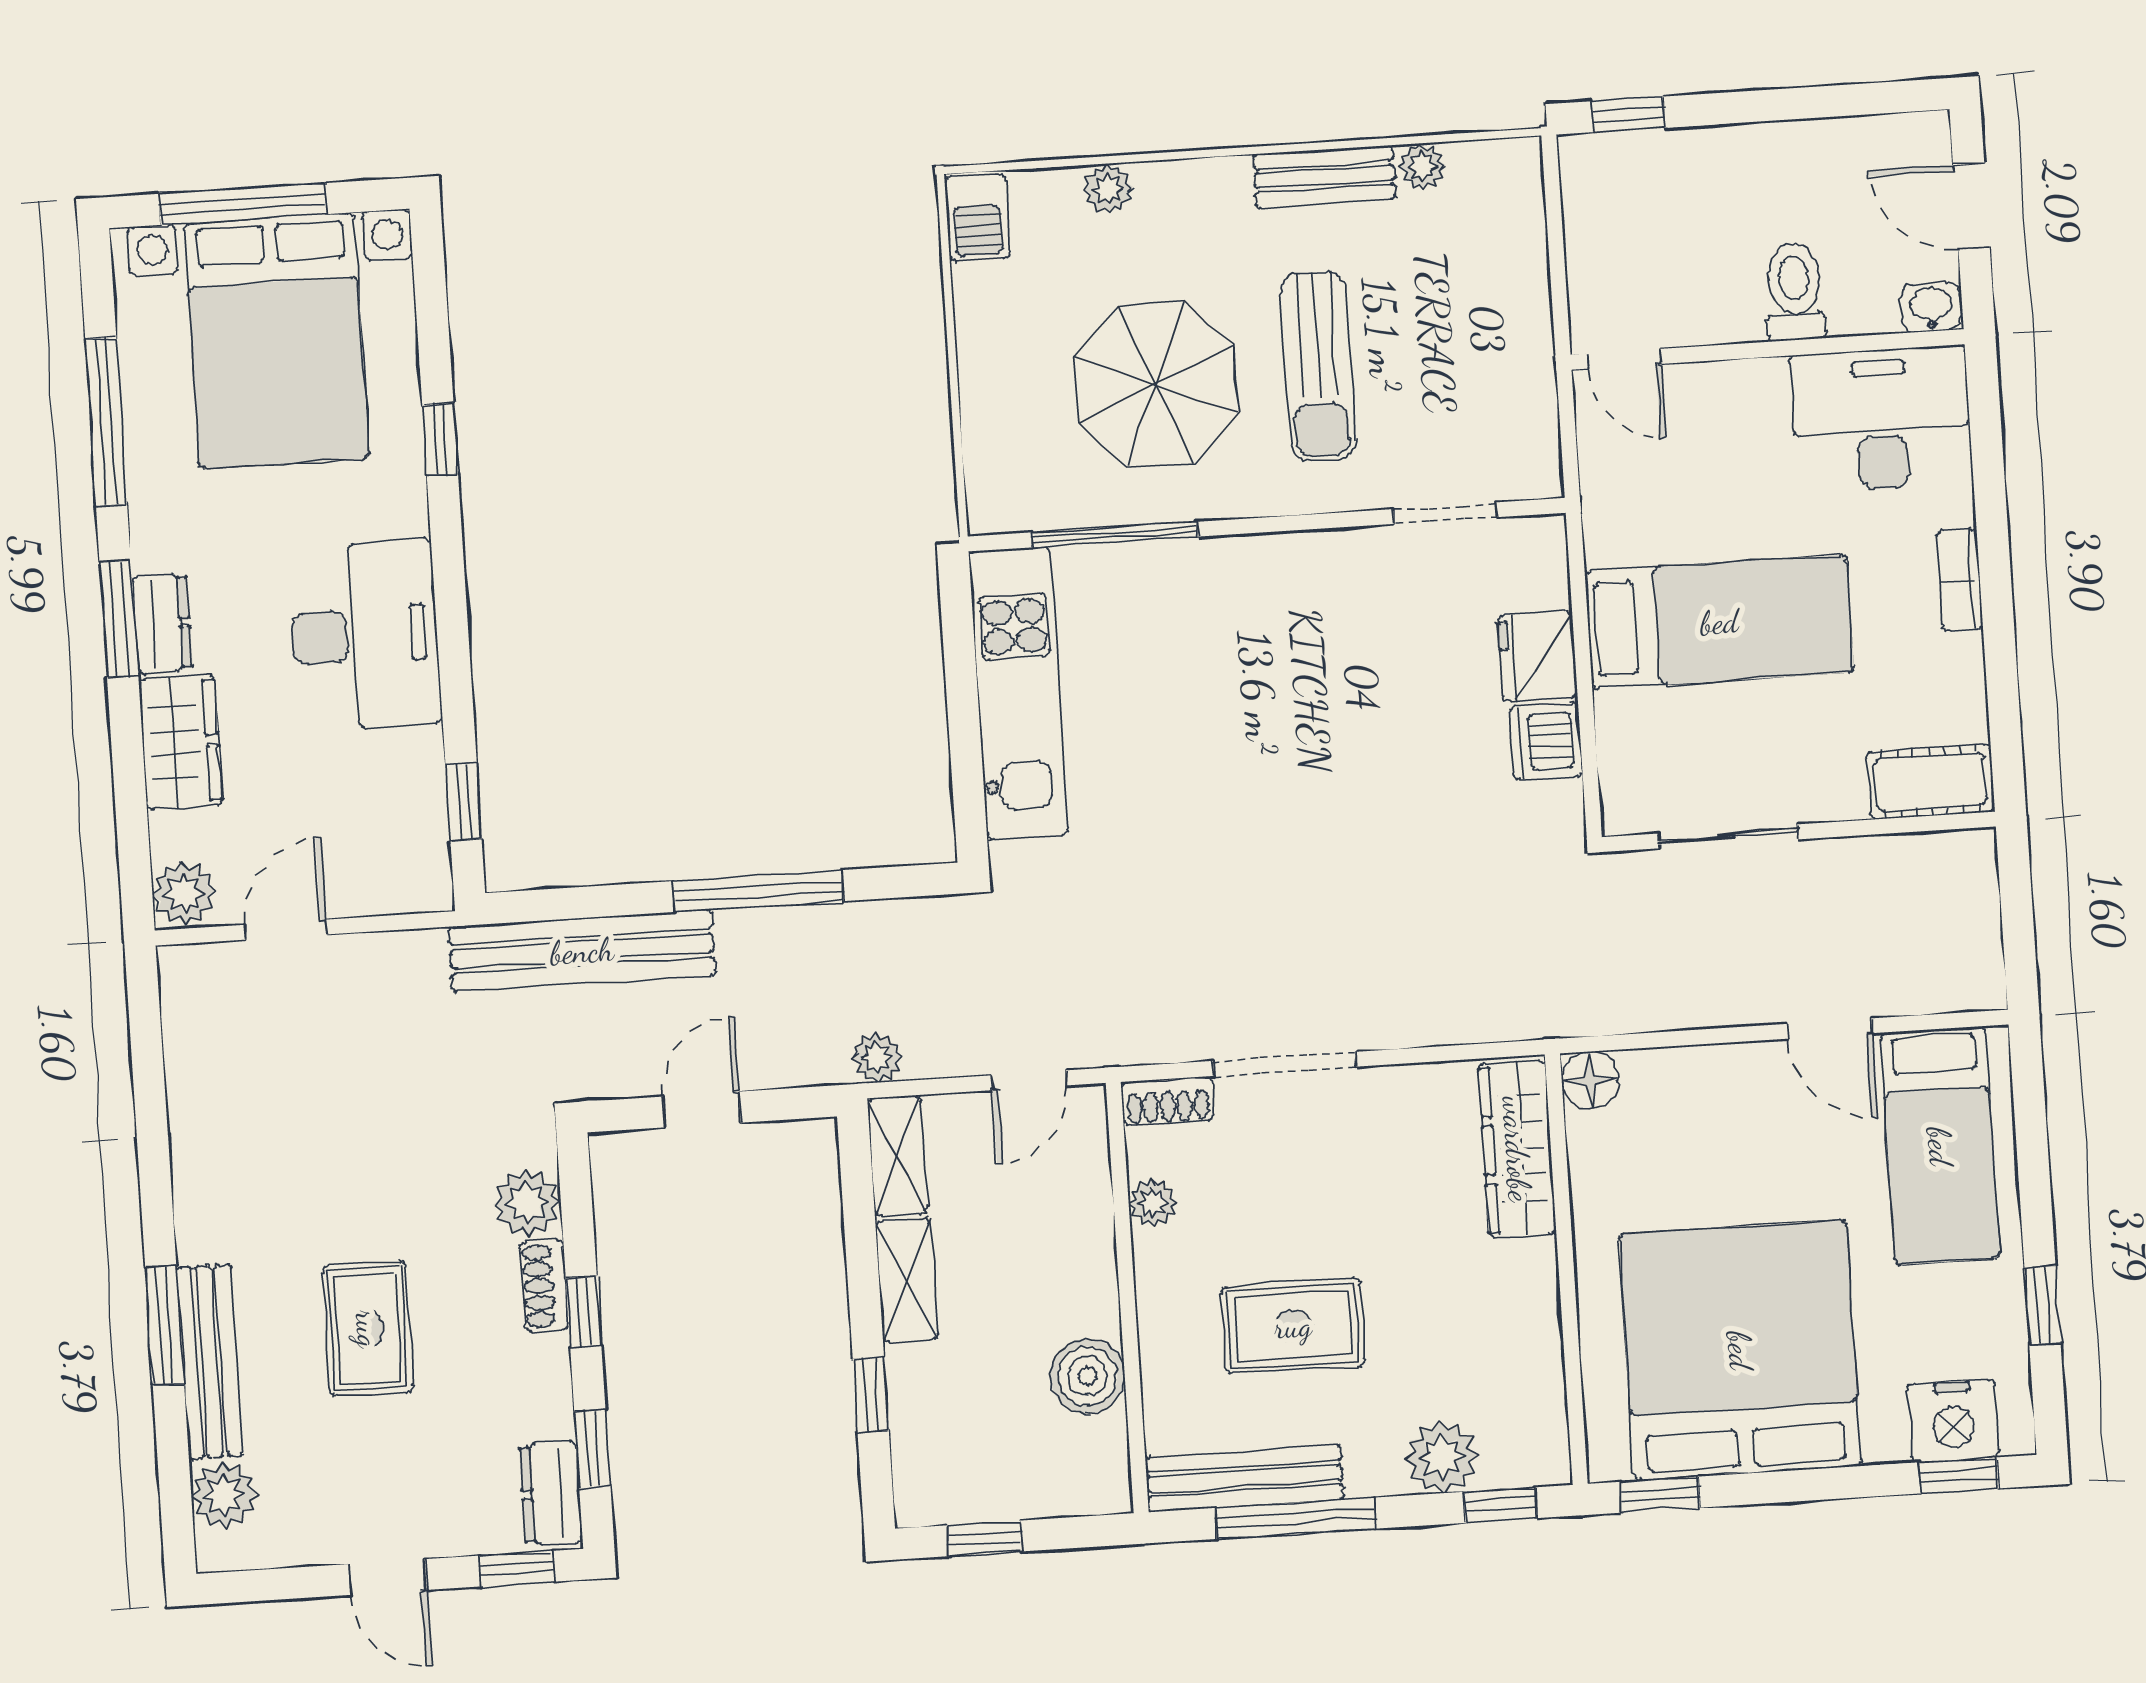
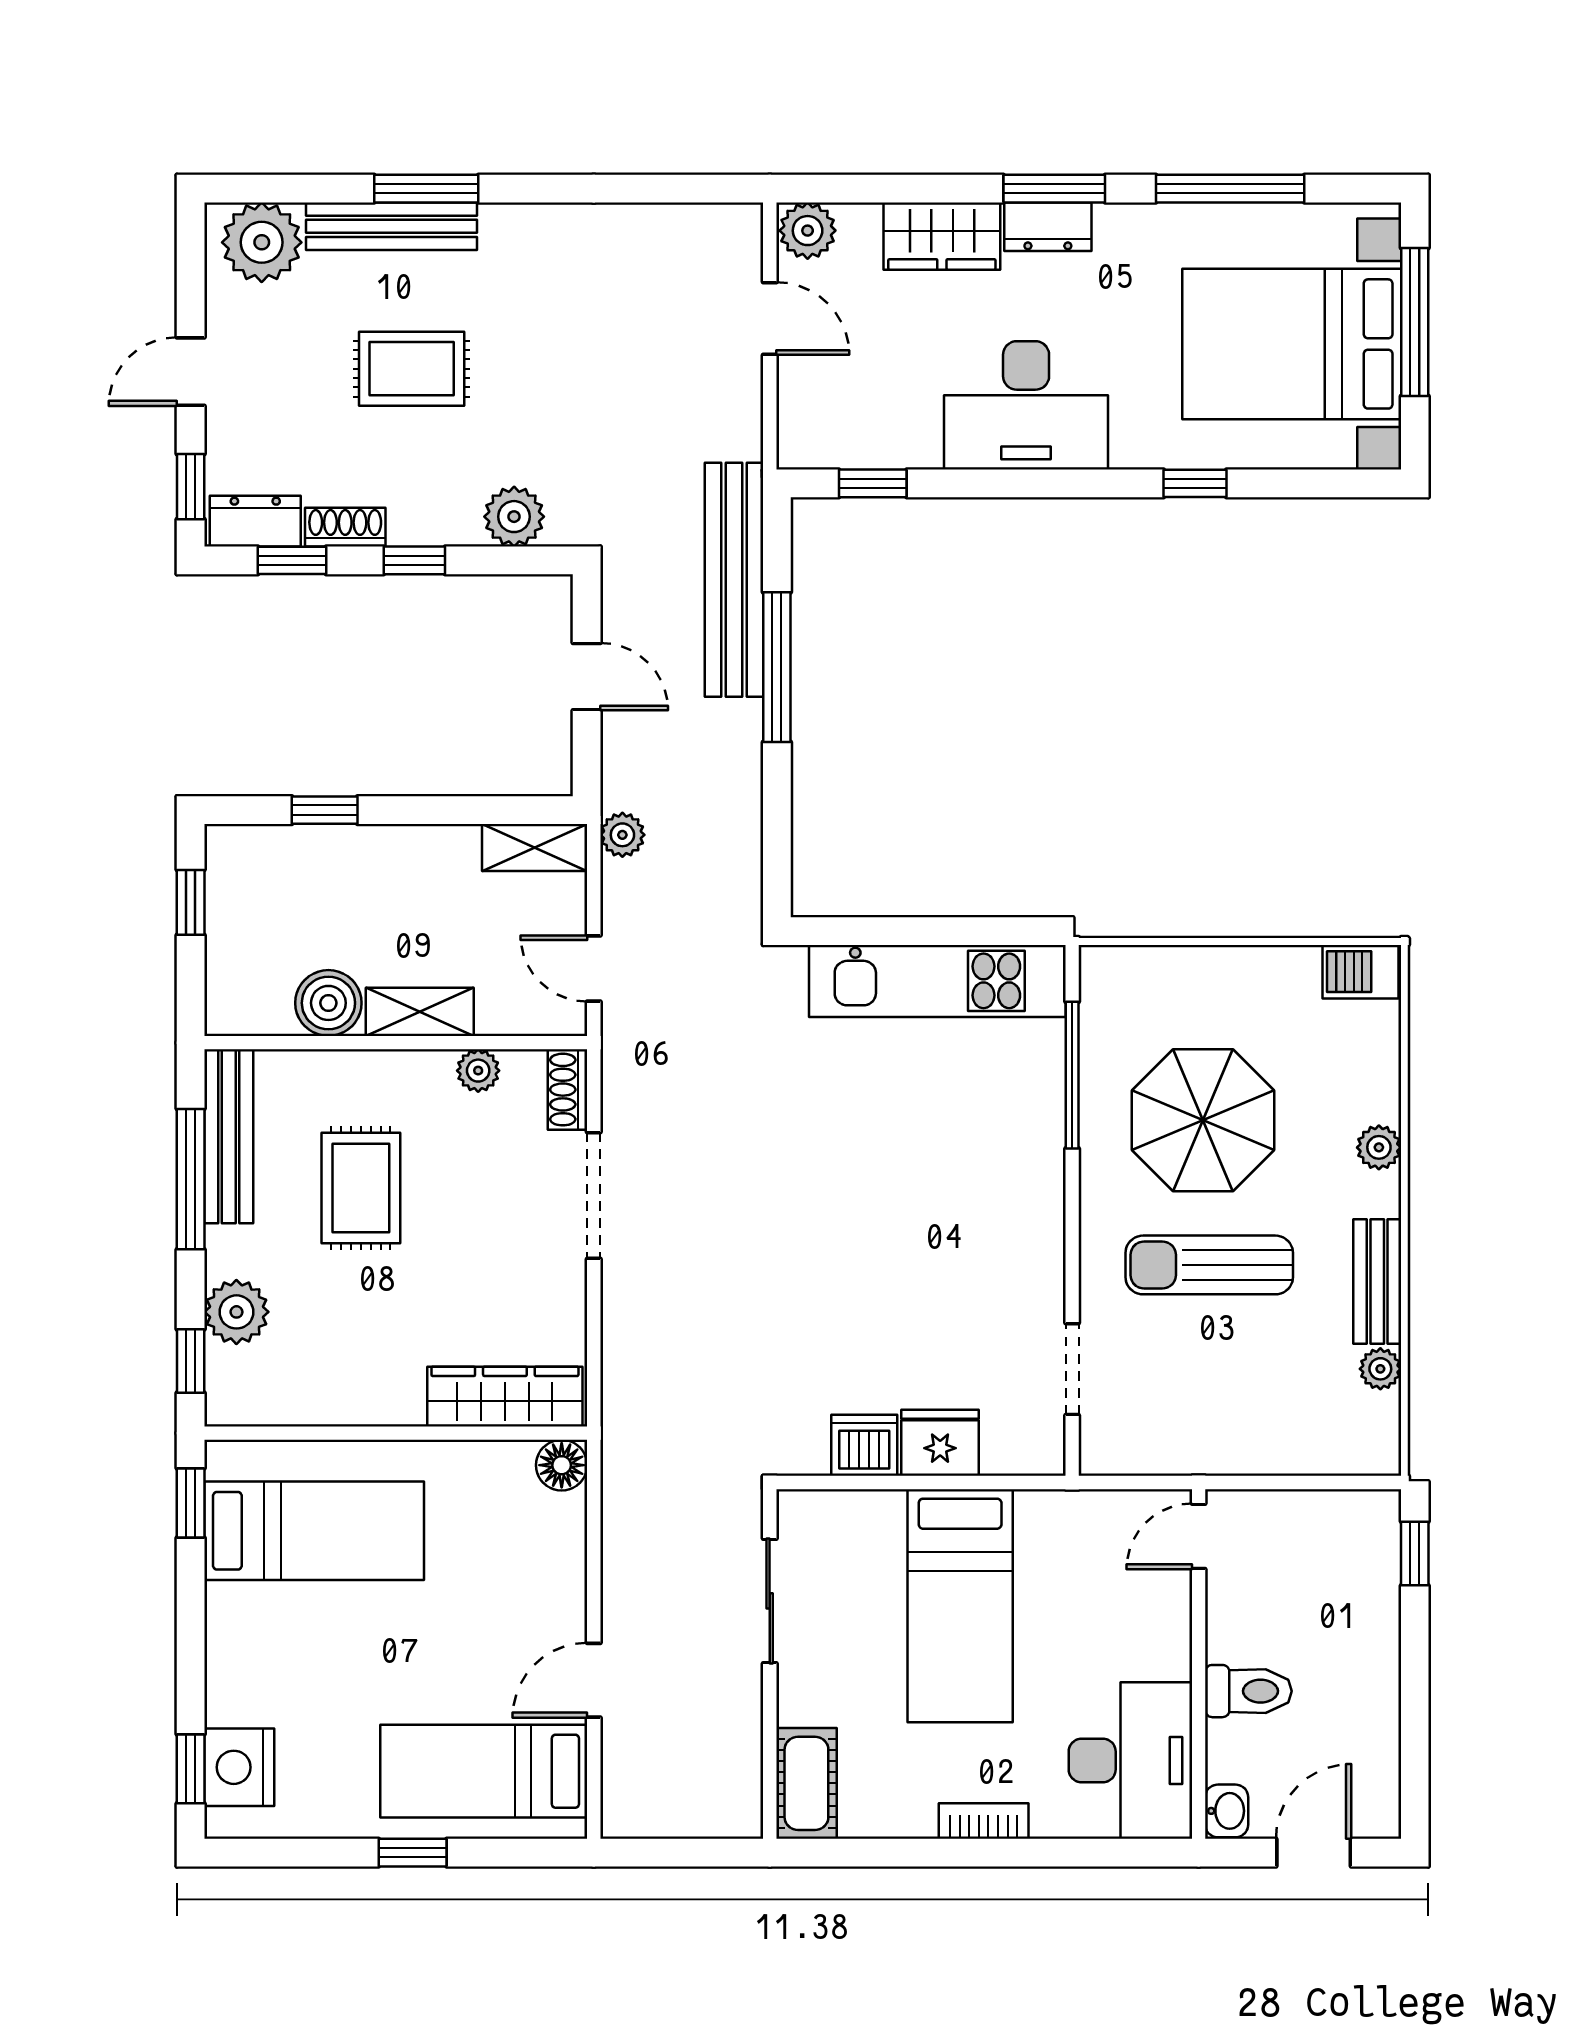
plant: (1108, 189) -> (1379, 1147), moved
window: (758, 891) -> (777, 667), moved
shelving: (906, 1280) -> (420, 1012), moved
shoe rack: (544, 1286) -> (345, 527), moved
window: (2042, 1305) -> (413, 1853), moved
bed: (1740, 1350) -> (314, 1531), width x0.49
plant: (224, 1495) -> (262, 242), width x1.36, depth x1.36

